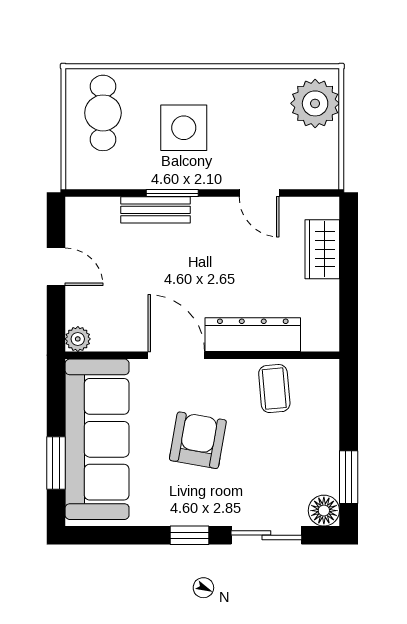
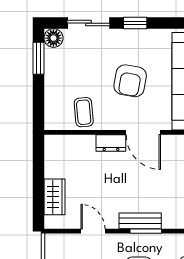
bench: (155, 210) -> (140, 221), moved
dresser: (253, 335) -> (111, 143), width x0.51, depth x0.80

